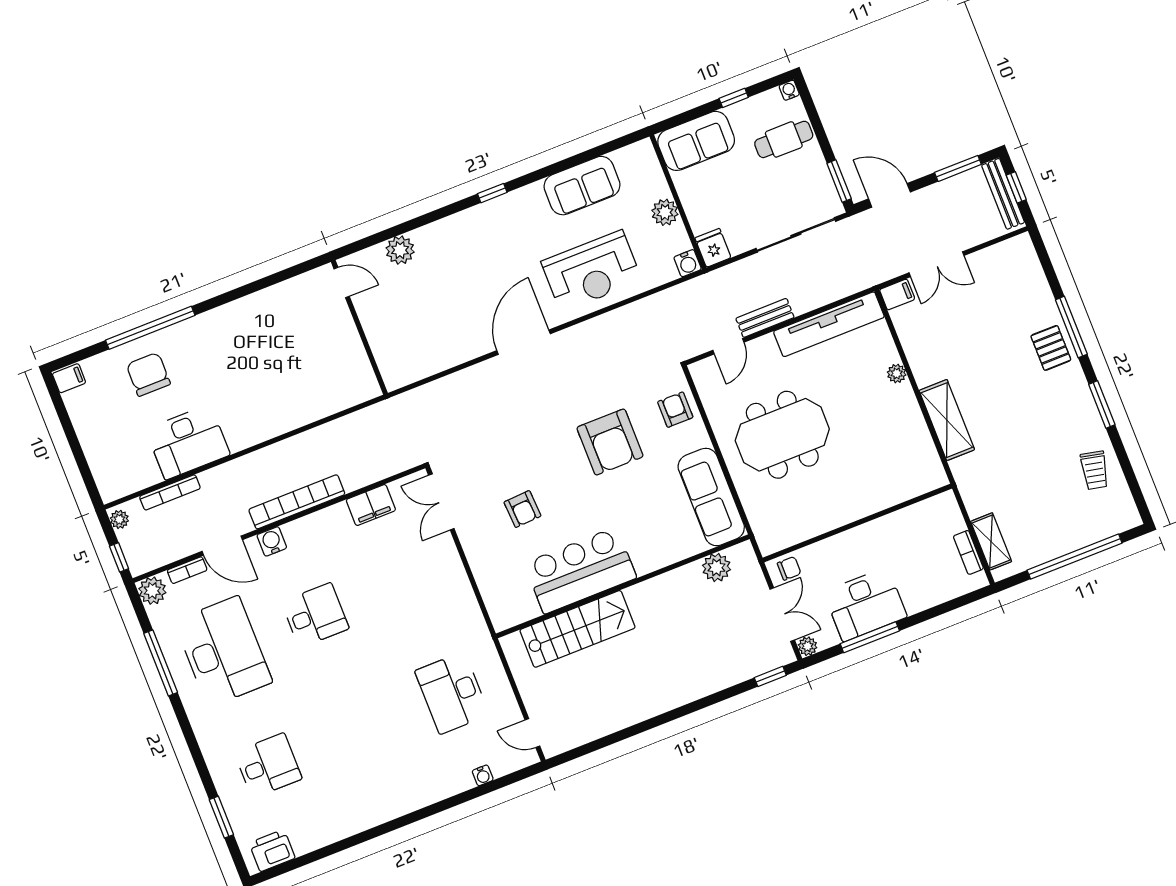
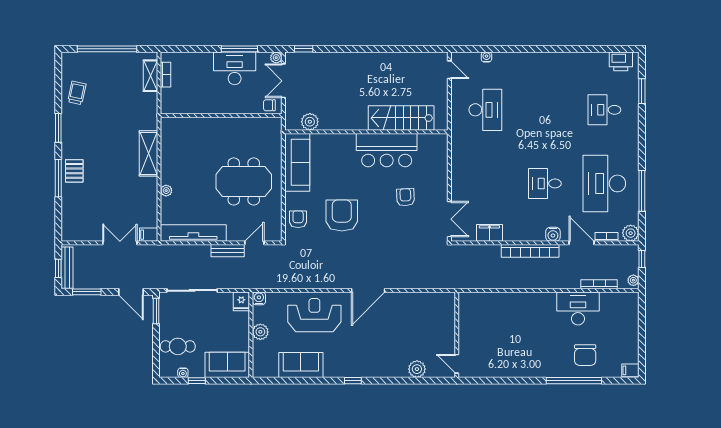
water cooler: (789, 90) -> (183, 373), moved
armchair: (675, 410) -> (298, 219), turned 180

